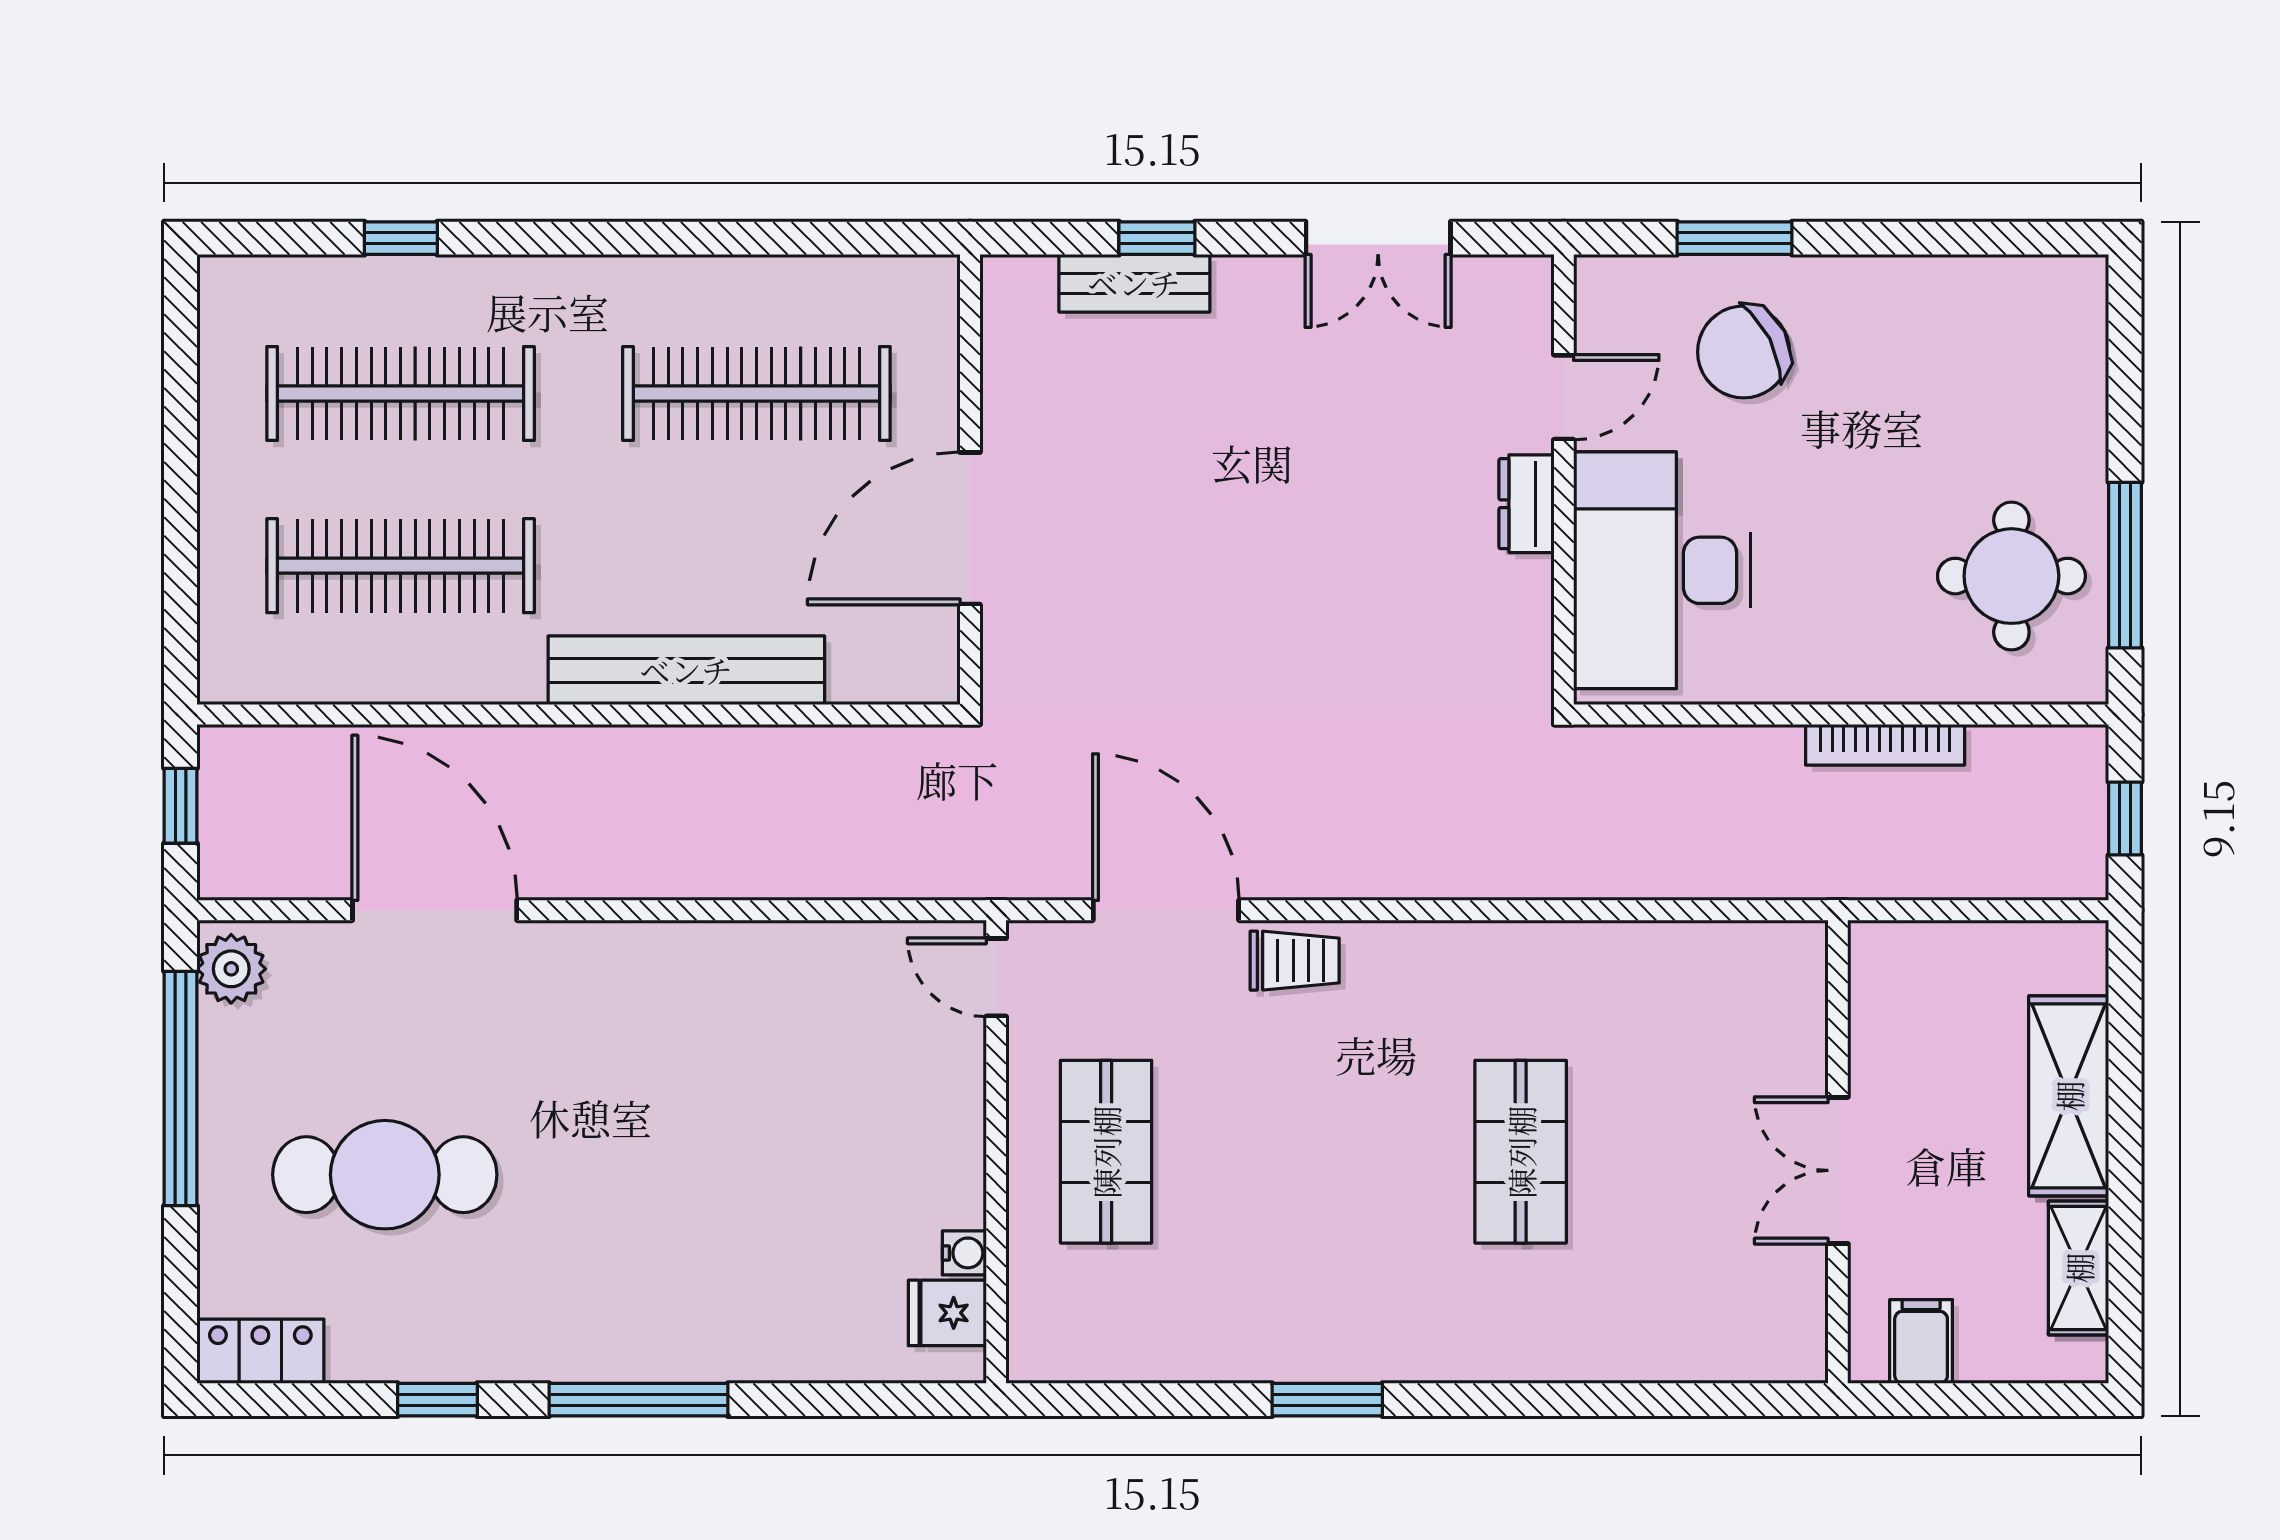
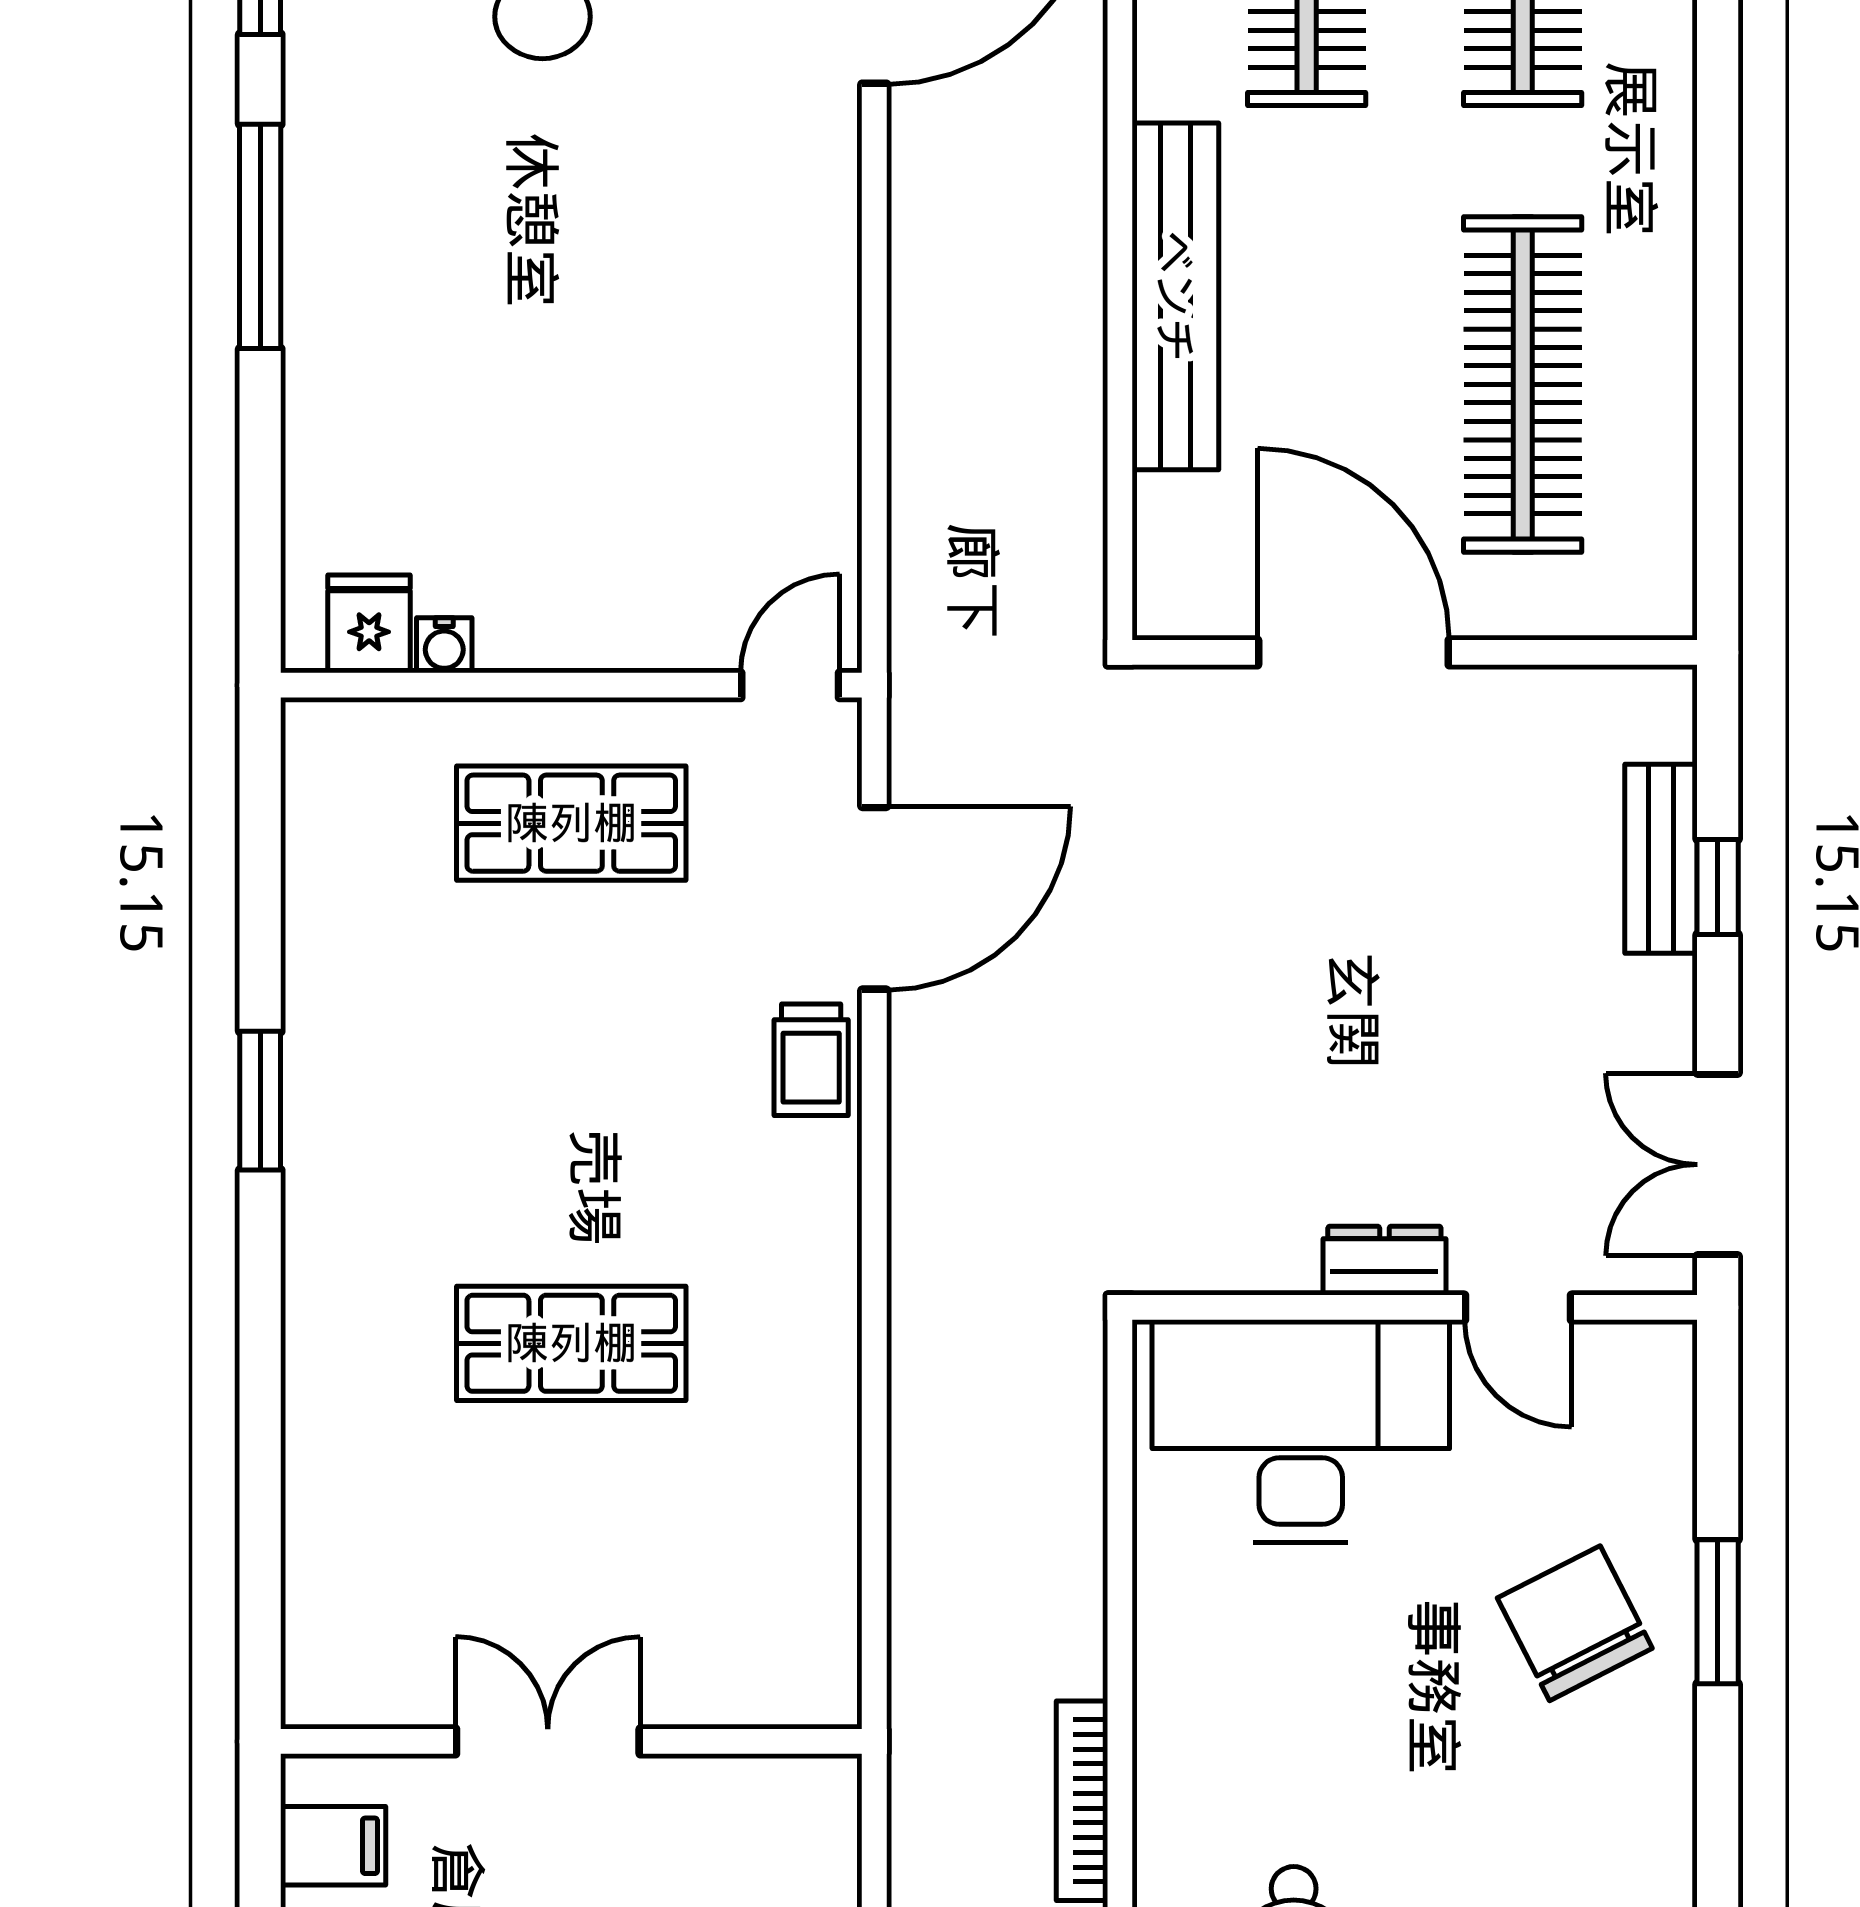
door: (1564, 397) -> (1518, 1307), moved
wall: (1564, 480) -> (1415, 1307), moved
dresser: (1527, 504) -> (1384, 1261), moved
desk: (1662, 570) -> (1301, 1431), moved

